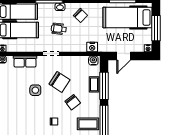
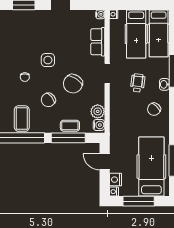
nightstand: (92, 47) -> (115, 180), moved
plant: (82, 62) -> (98, 111), added
side table: (35, 90) -> (48, 60), moved

